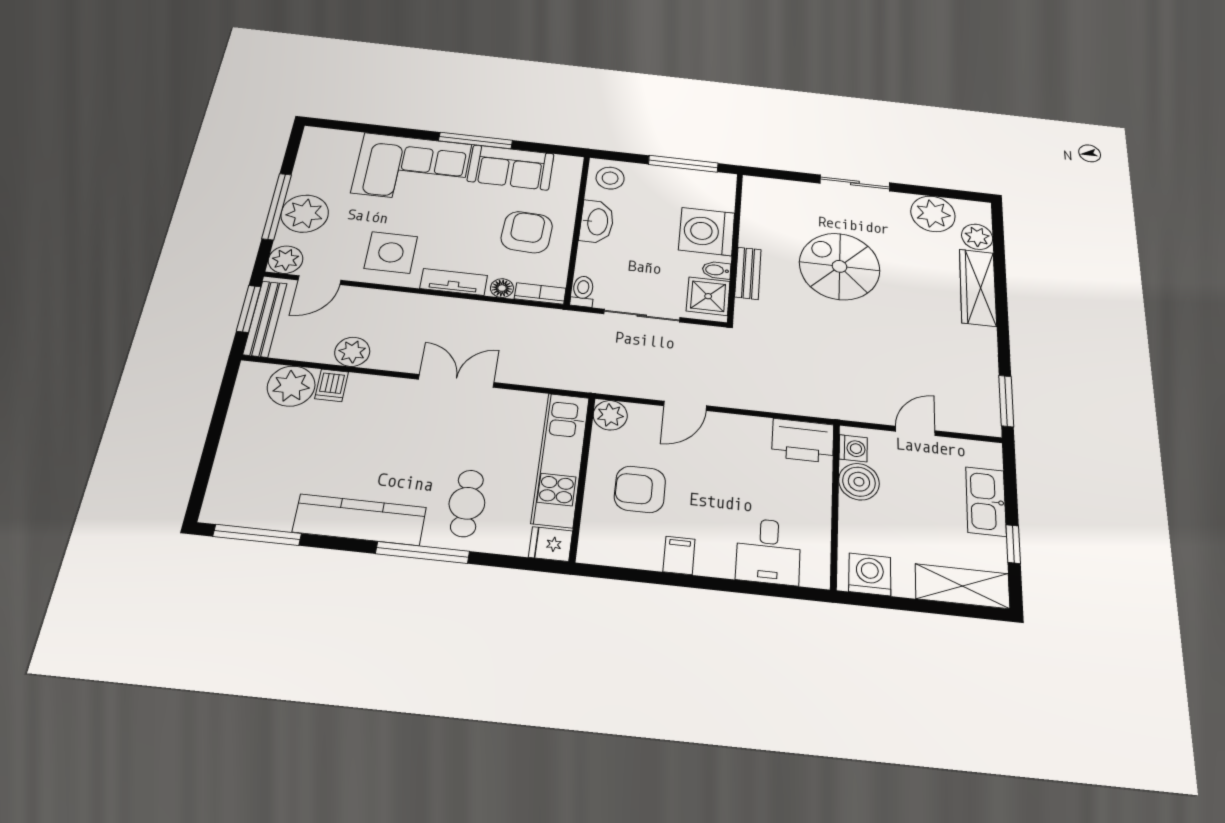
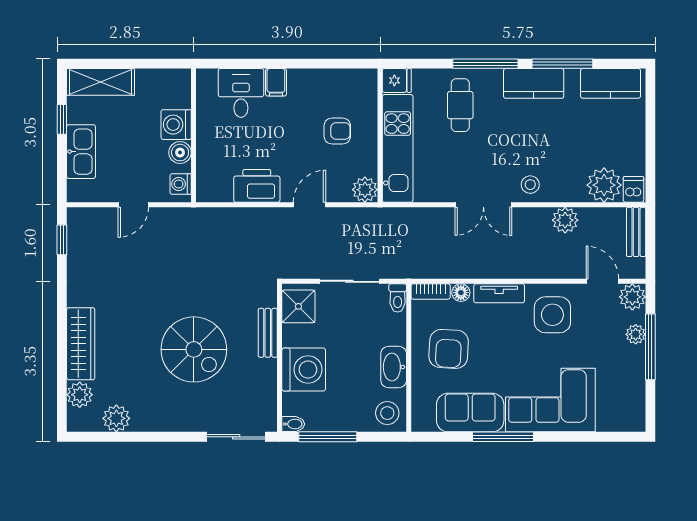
sliding door: (855, 183) -> (236, 437), moved
plant: (305, 214) -> (636, 334), width x0.53, depth x0.53
plant: (933, 214) -> (116, 418), width x0.73, depth x0.73
bidet: (717, 270) -> (293, 424), moved
door: (320, 280) -> (602, 281), hinge flipped
window: (249, 309) -> (650, 248), removed
bench: (265, 319) -> (636, 232), width x0.73
dishwasher: (332, 385) -> (633, 189), moved
stool: (390, 397) -> (530, 185), added
window: (1006, 401) -> (62, 240), width x0.67
printer: (803, 441) -> (257, 186), moved
boiler: (859, 482) -> (180, 153), width x0.73, depth x0.73
armchair: (640, 489) -> (337, 131), width x0.72, depth x0.72
kitchen counter: (252, 508) -> (611, 83), added
kitchen counter: (360, 520) -> (534, 83), width x0.67
window: (257, 535) -> (562, 64), moved
filing cabinet: (679, 555) -> (276, 82), moved
washing machine: (870, 574) -> (176, 125), moved, turned 90

